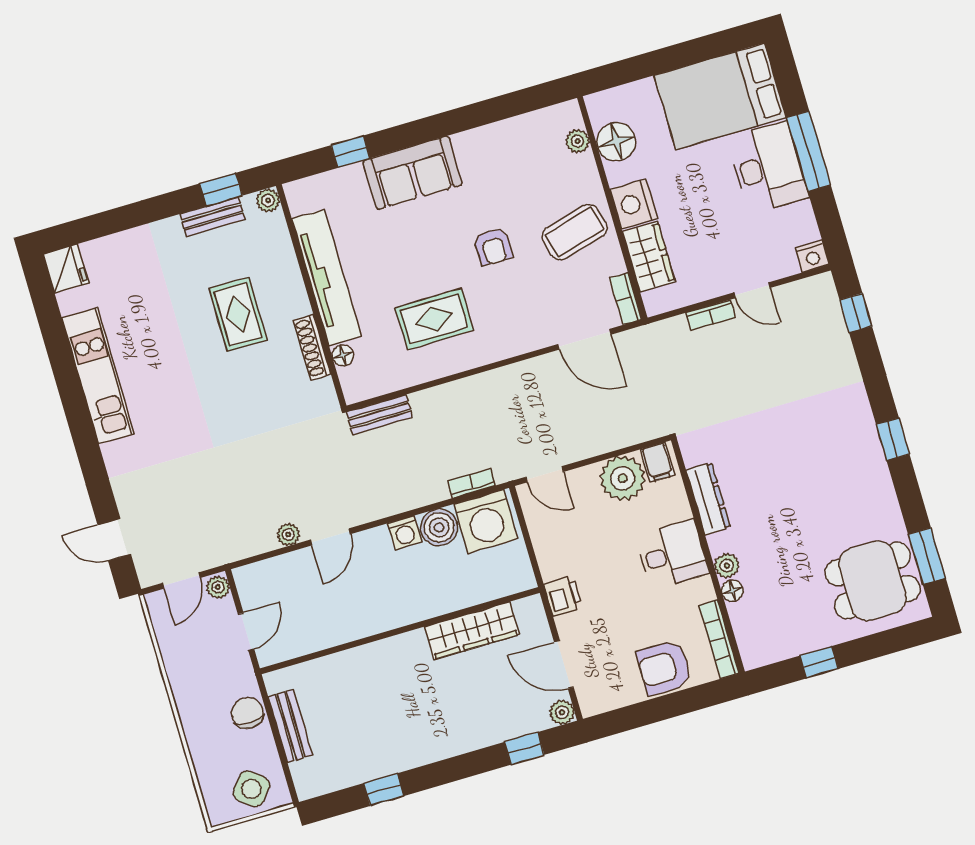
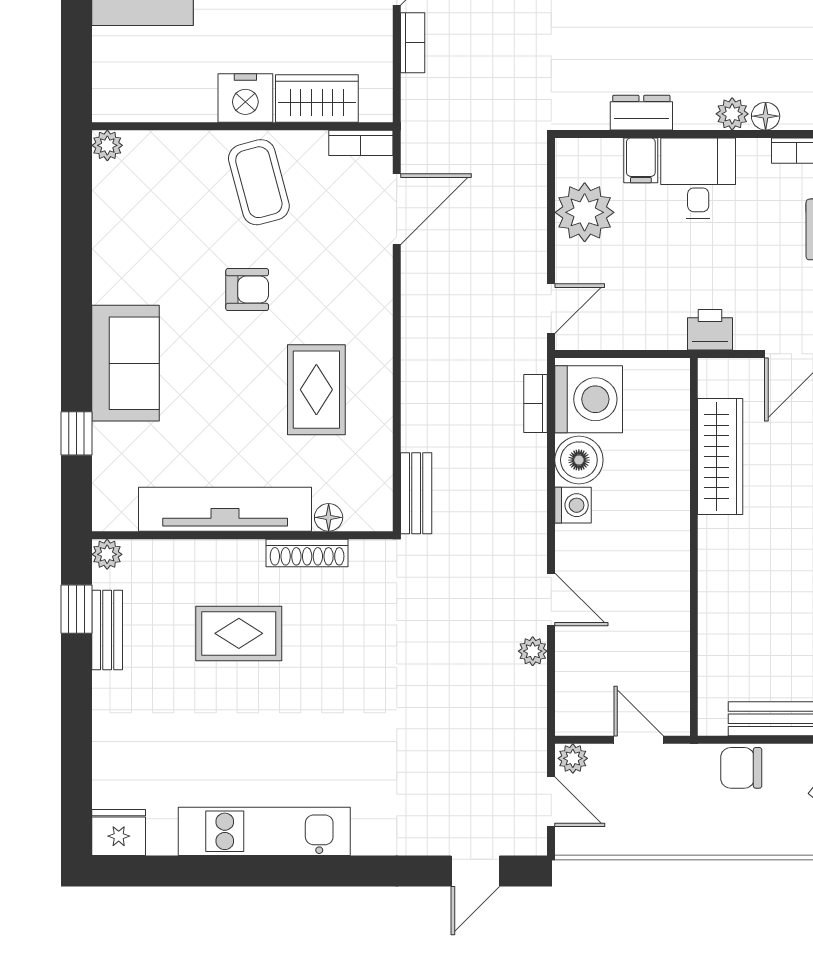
plant: (577, 141) -> (107, 145), moved
floor lamp: (616, 142) -> (161, 97), removed
filing cabinet: (658, 462) -> (641, 160), moved, turned 90
dresser: (708, 499) -> (641, 113), width x0.70

